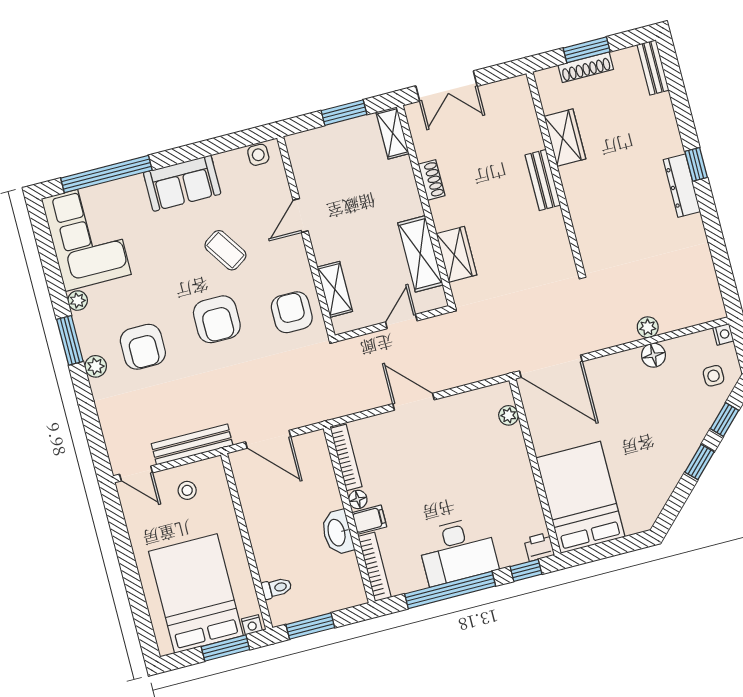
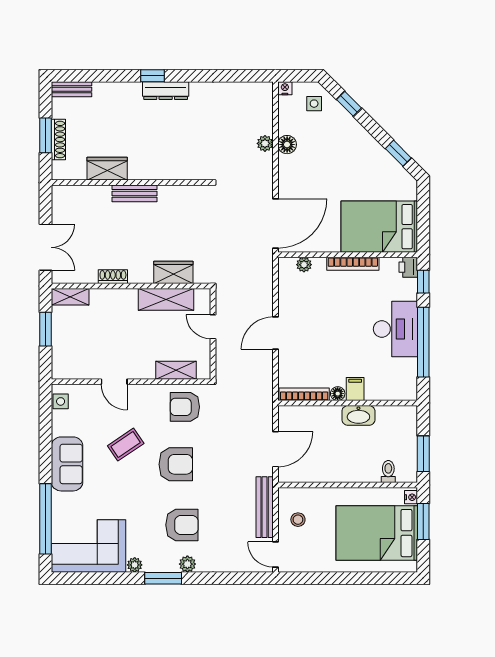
window: (699, 462) -> (398, 153), moved
door: (136, 473) -> (275, 555), swing flipped
bookcase: (375, 567) -> (353, 264), moved, turned 180

